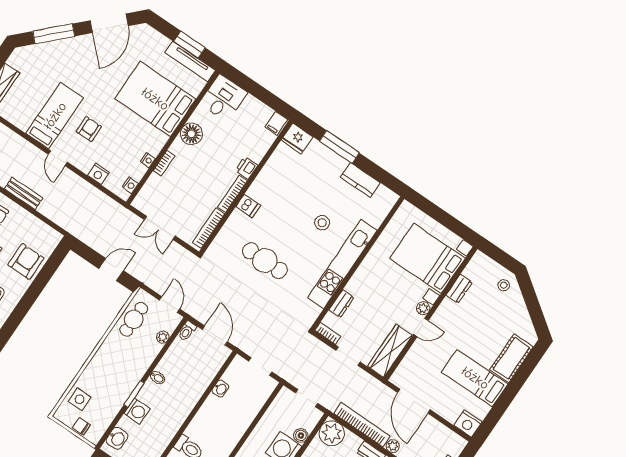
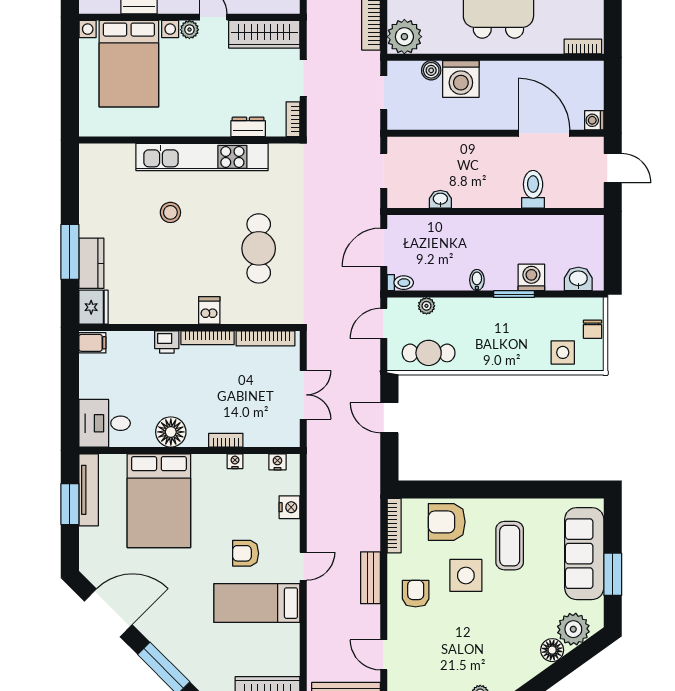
kitchen counter: (360, 180) -> (91, 263), moved
bookcase: (45, 229) -> (394, 526), added

